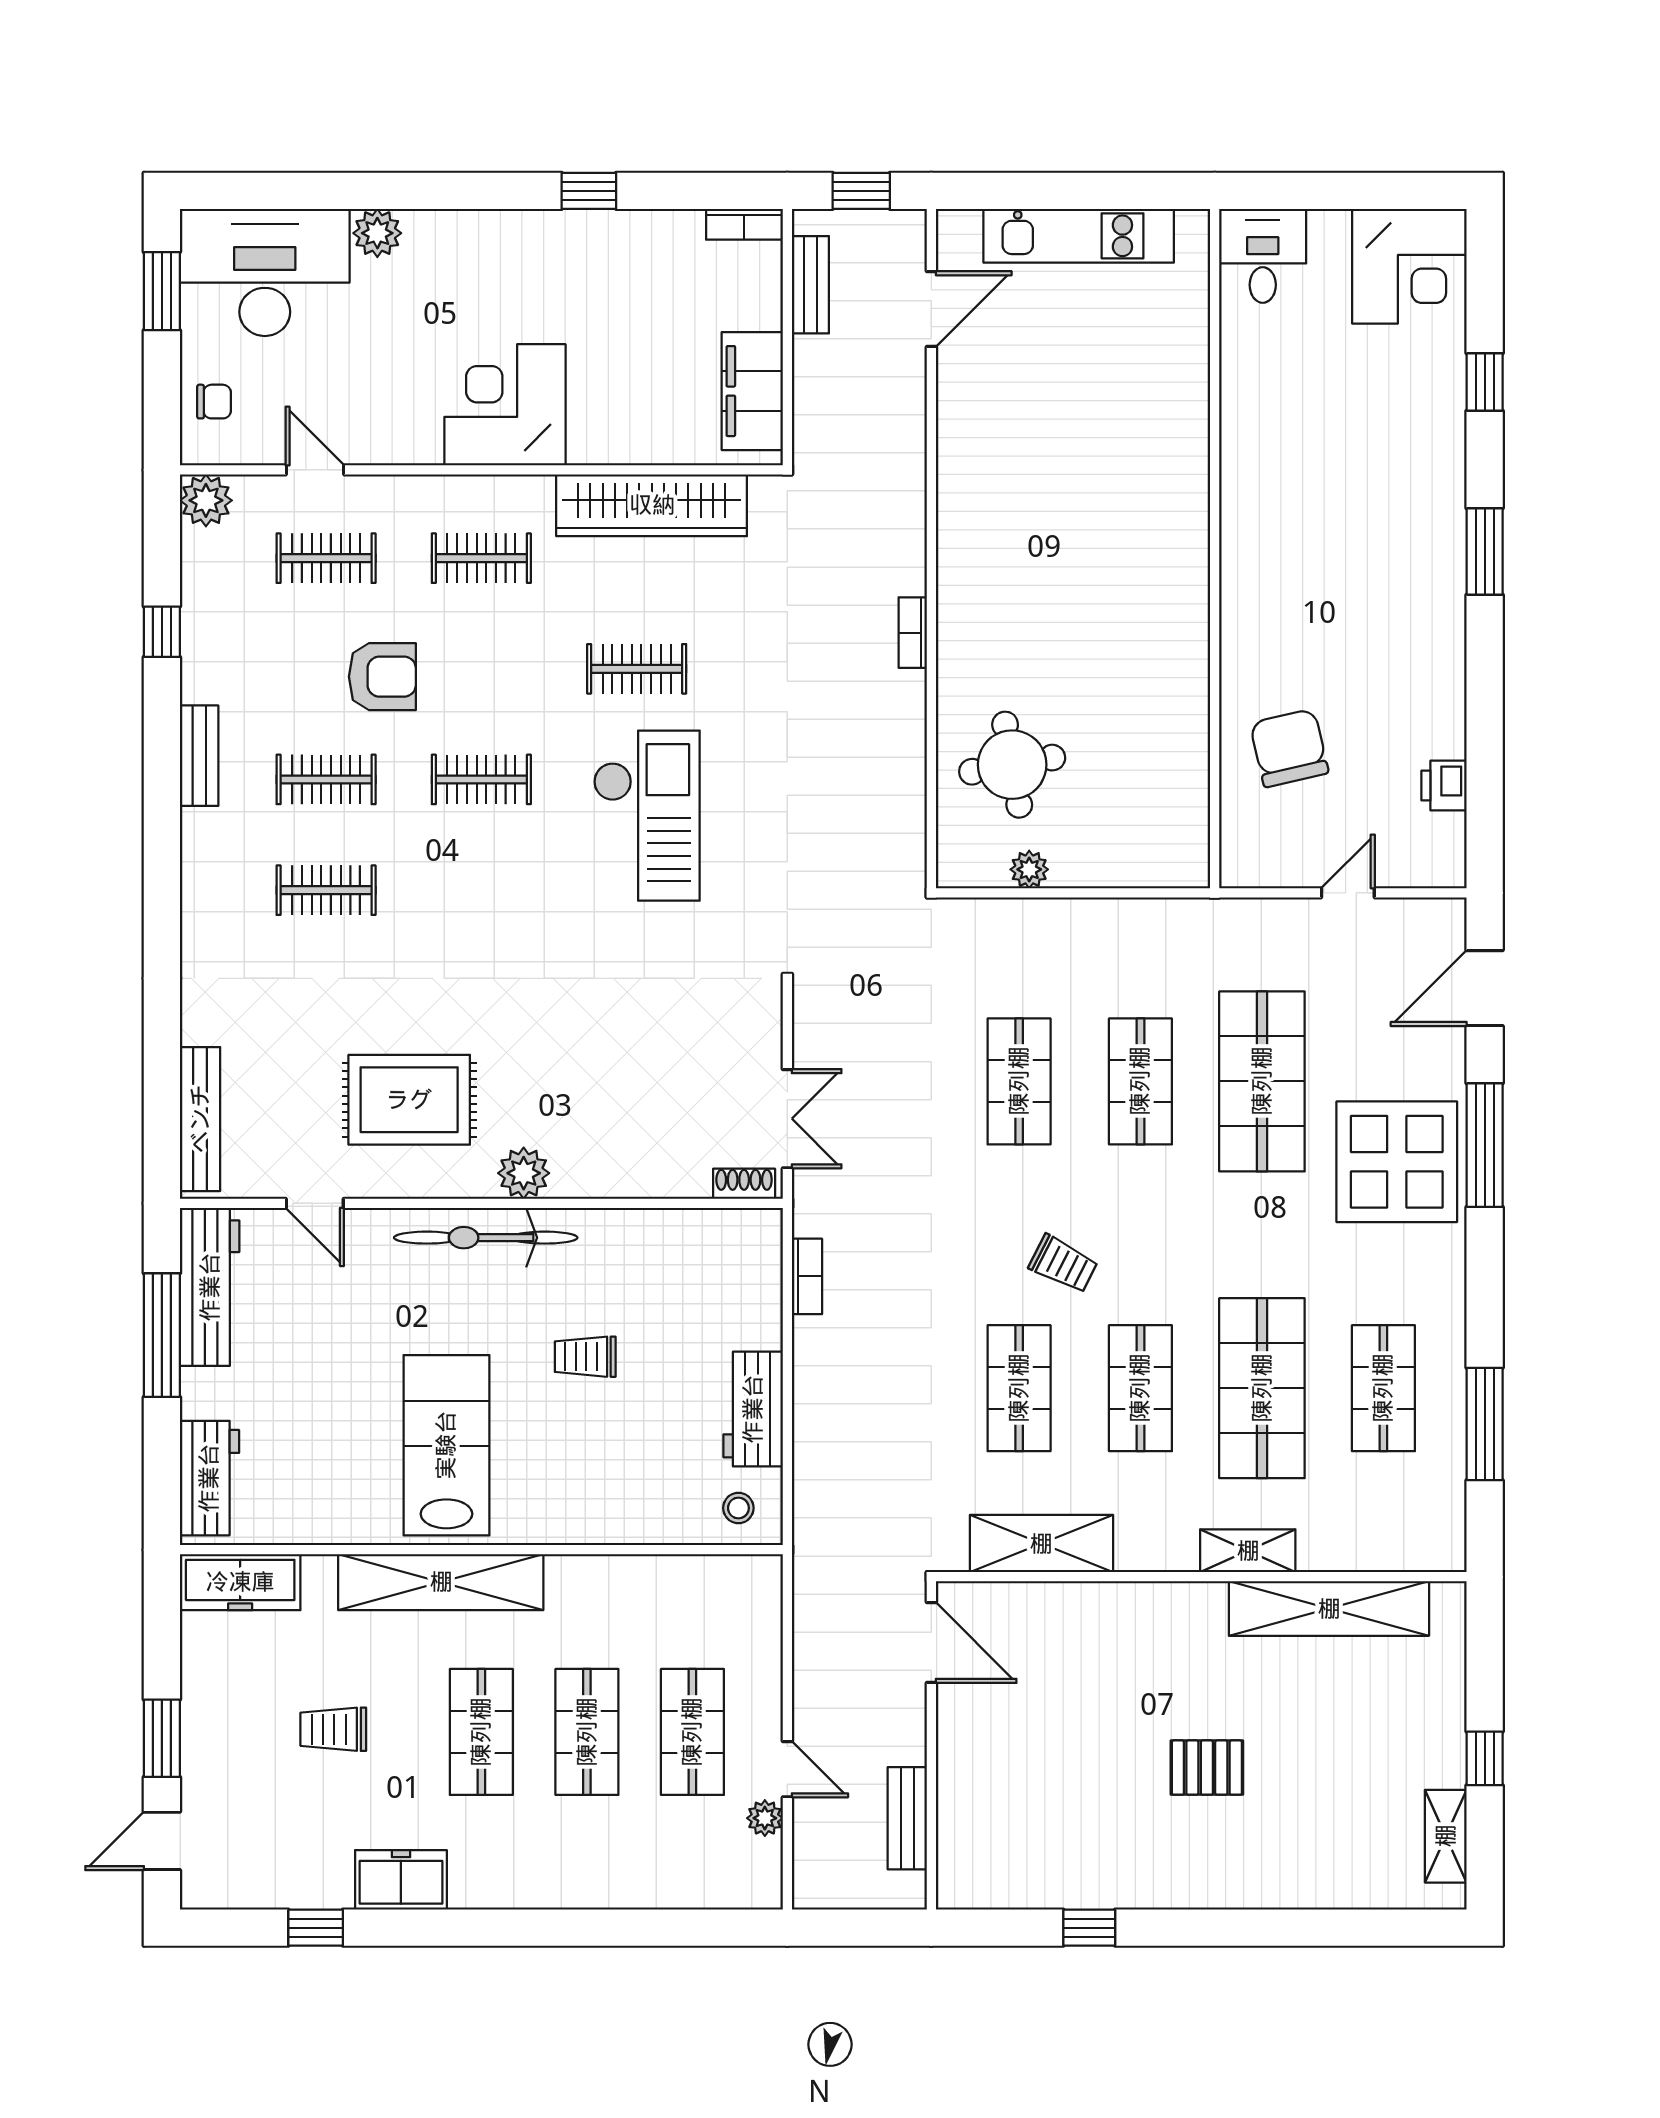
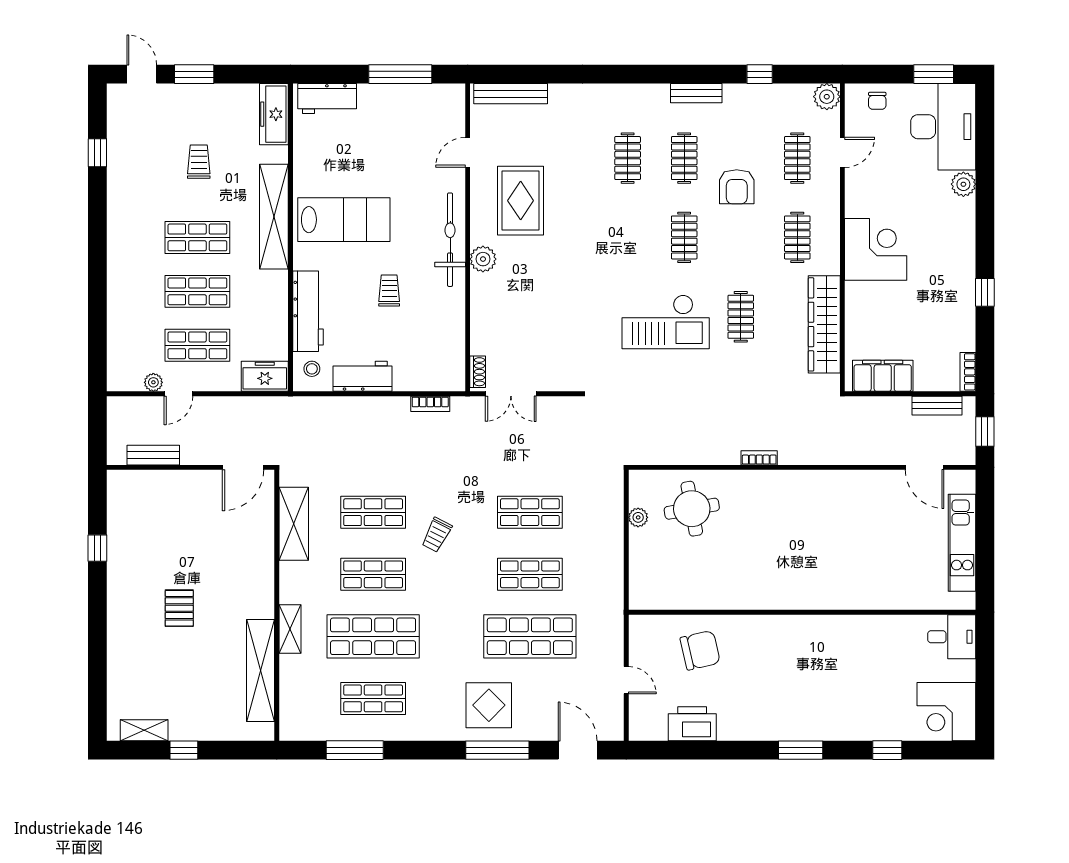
printer: (1444, 785) -> (692, 724), width x1.87, depth x1.48
display table: (1397, 1162) -> (489, 705), width x0.73, depth x0.73
workbench: (210, 1287) -> (308, 311), moved, turned -90
freezer: (401, 1880) -> (265, 376), moved, turned -90

